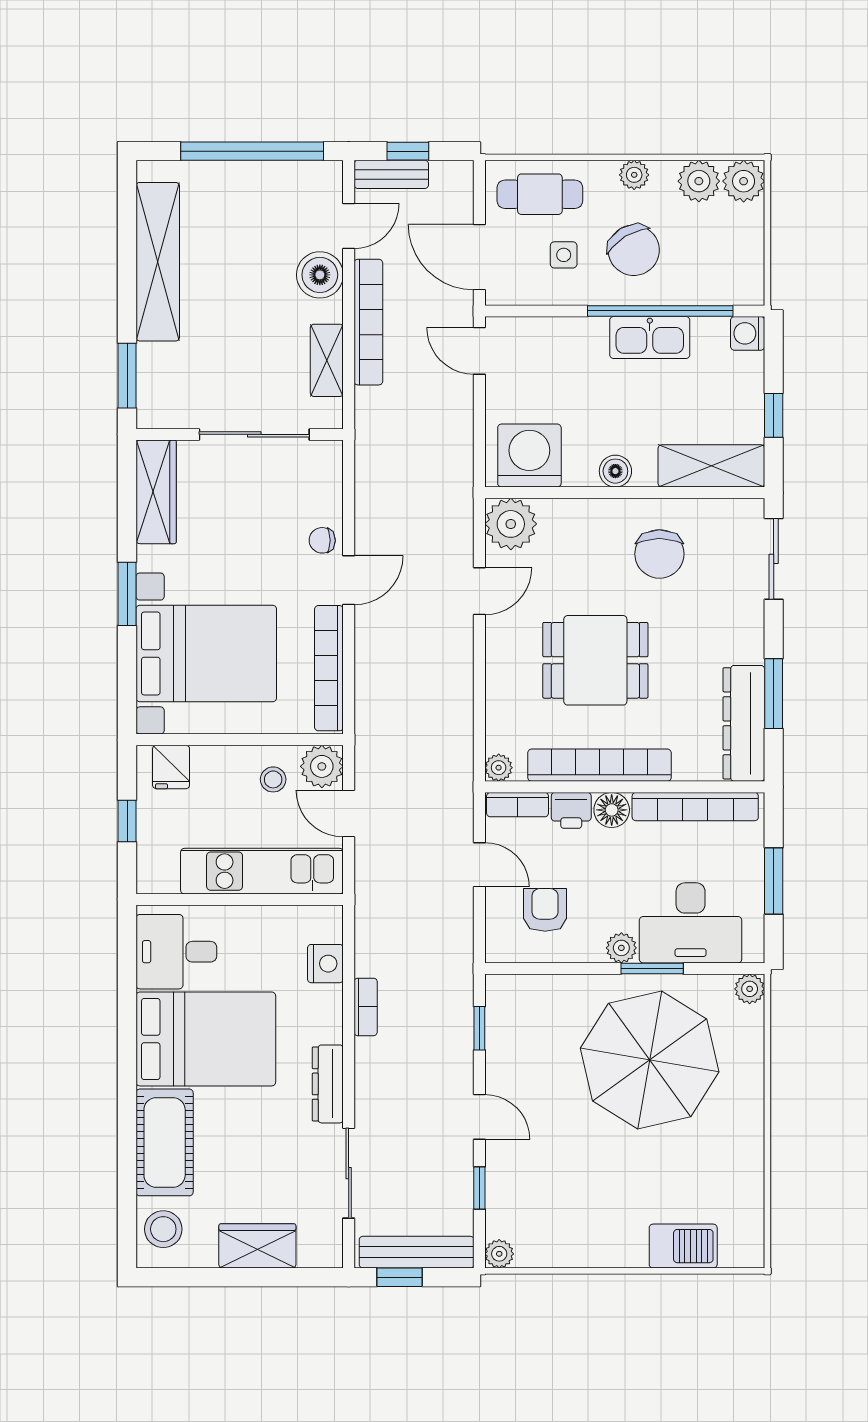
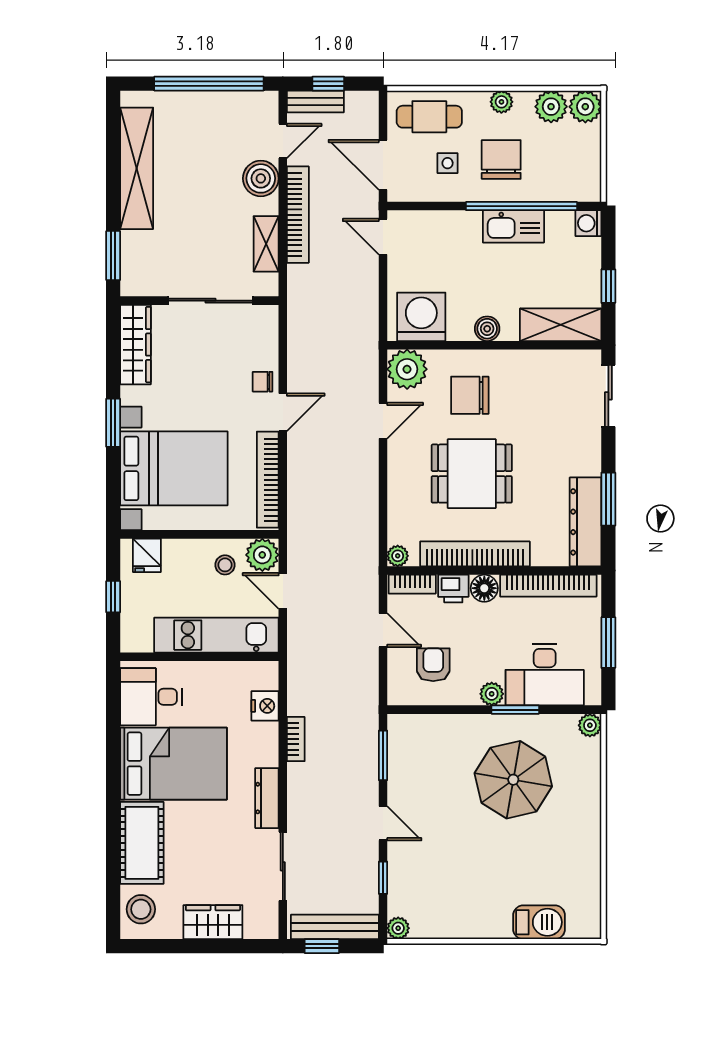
chair: (634, 250) -> (501, 160), turned -149
chair: (659, 554) -> (470, 395), moved, turned 90
window: (479, 1028) -> (383, 755), width x1.50
parasol: (650, 1060) -> (513, 780), width x0.73, depth x0.73

